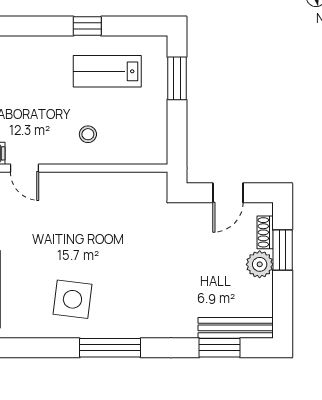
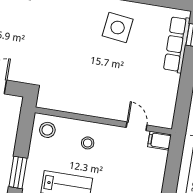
stool: (146, 143) -> (47, 130), added

